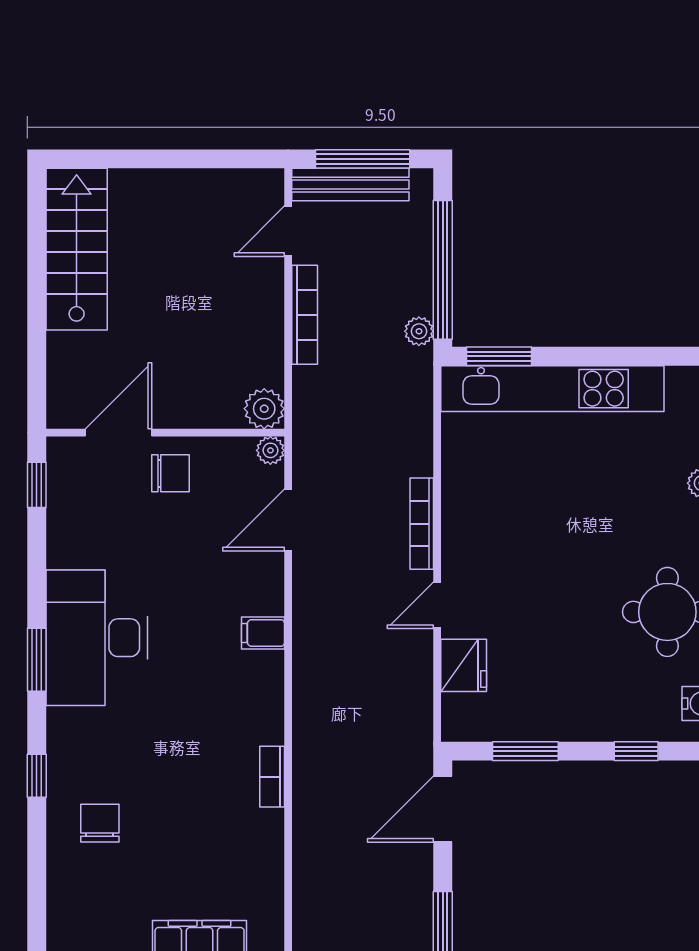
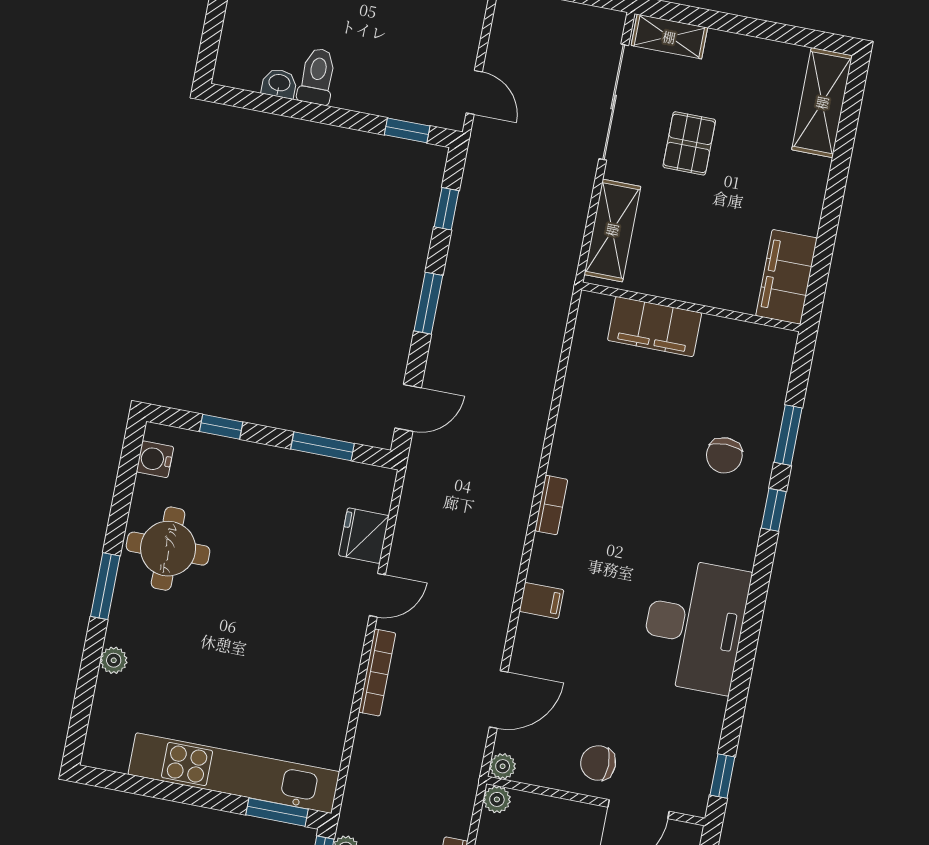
plant: (264, 409) -> (497, 799), width x0.73, depth x0.73
window: (37, 660) -> (788, 435), moved
bookcase: (272, 777) -> (551, 505), moved
door: (443, 809) -> (408, 408), width x0.73

